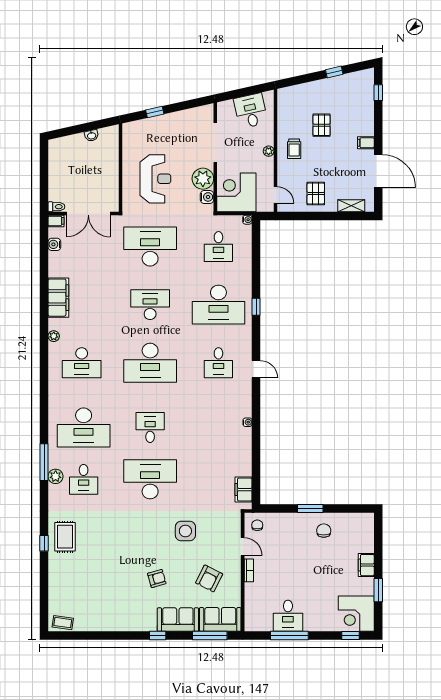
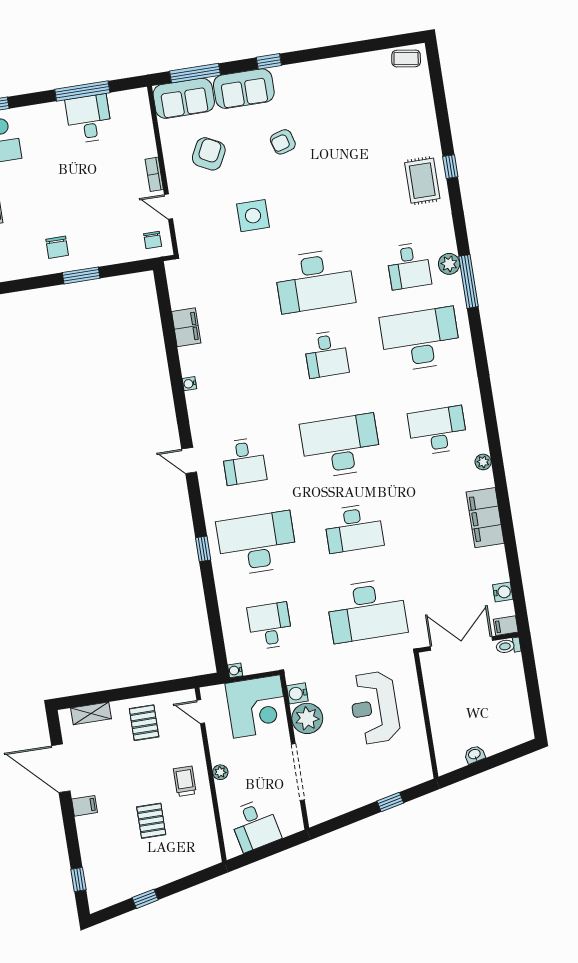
desk: (218, 363) -> (244, 461), turned 180
desk: (84, 479) -> (409, 266), turned 180
filing cabinet: (244, 490) -> (186, 327), moved

